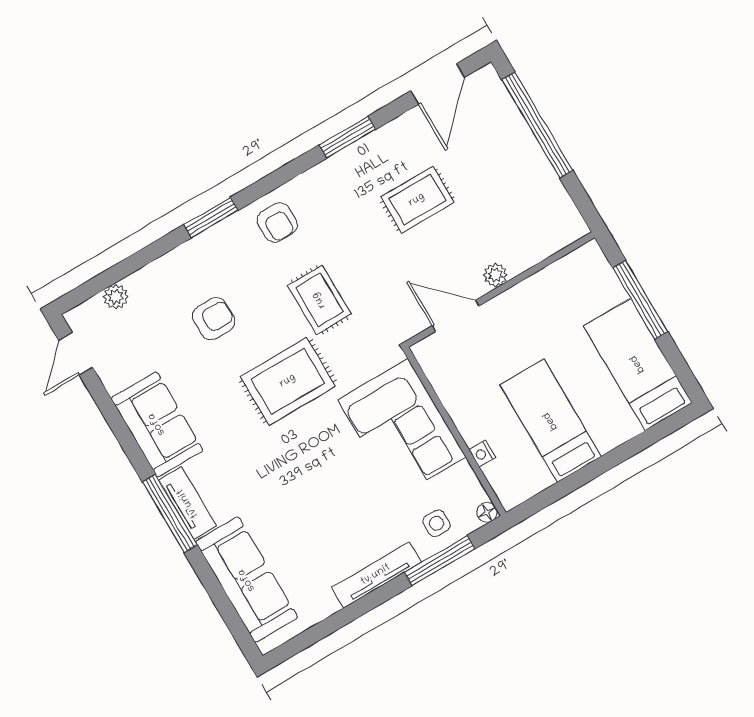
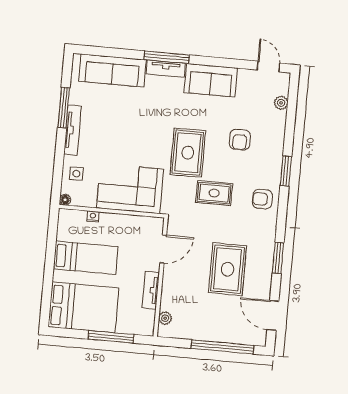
rug: (417, 200) -> (228, 269), width x1.36, depth x1.43
plant: (495, 275) -> (165, 318), moved
tv unit: (529, 291) -> (151, 290), added
bed: (638, 364) -> (83, 307), width x1.50
window: (440, 561) -> (64, 108), moved

